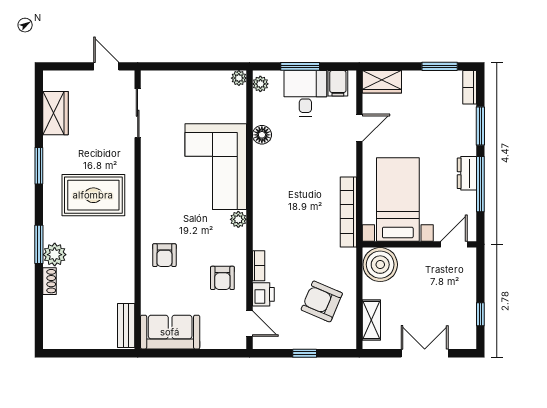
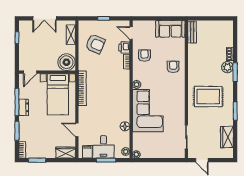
door: (359, 128) -> (77, 130), hinge flipped

